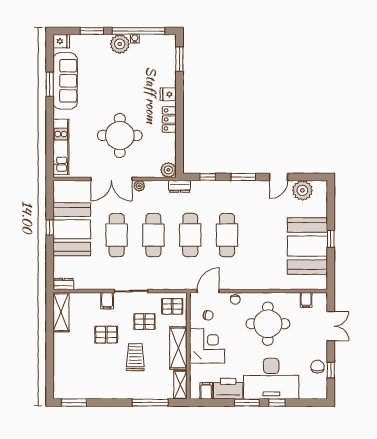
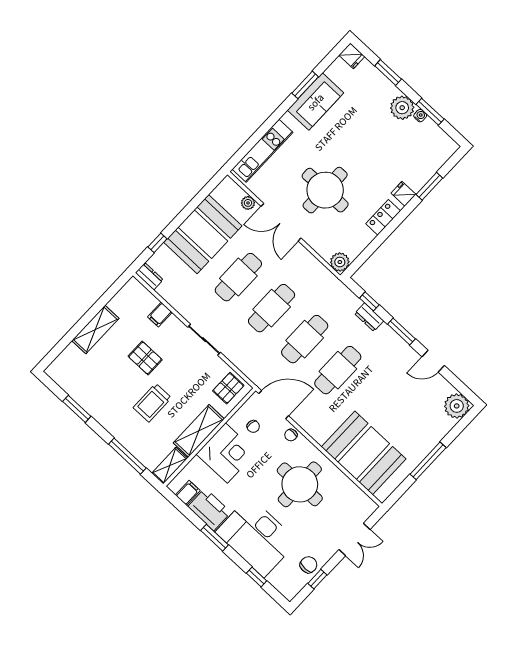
window: (138, 31) -> (430, 112), width x0.47
window: (179, 59) -> (429, 186), moved
sofa: (65, 81) -> (316, 102), width x0.73
plant: (139, 186) -> (248, 203), moved
dresser: (180, 186) -> (369, 317), moved
plant: (302, 190) -> (457, 406), moved
window: (50, 228) -> (157, 243), moved
window: (331, 239) -> (428, 461), width x2.17
booth: (307, 246) -> (364, 453), moved, turned 90
door: (208, 291) -> (274, 405), width x1.36
filing cabinet: (306, 300) -> (354, 495), removed
filing cabinet: (107, 301) -> (160, 315), moved
pallet: (172, 306) -> (228, 388), turned 90
shelving: (61, 312) -> (95, 329), moved
pallet: (144, 322) -> (191, 378), removed
trolley: (135, 357) -> (152, 403), turned 180
window: (74, 403) -> (77, 409), moved
window: (277, 403) -> (257, 577), moved

